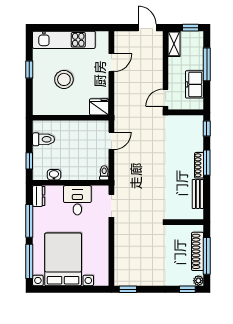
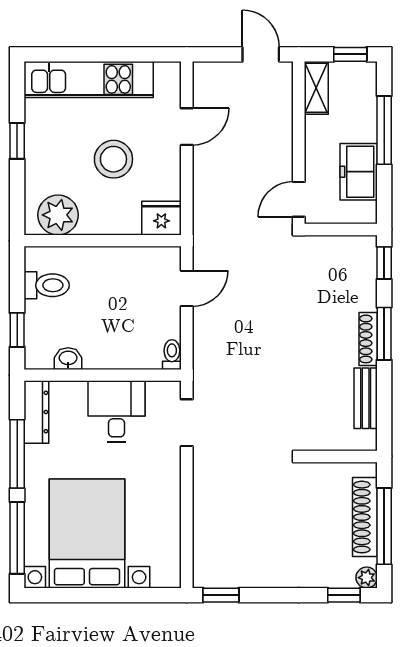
stool: (64, 79) -> (113, 159), moved
plant: (49, 105) -> (58, 215), added
dresser: (39, 196) -> (36, 412), width x1.44

